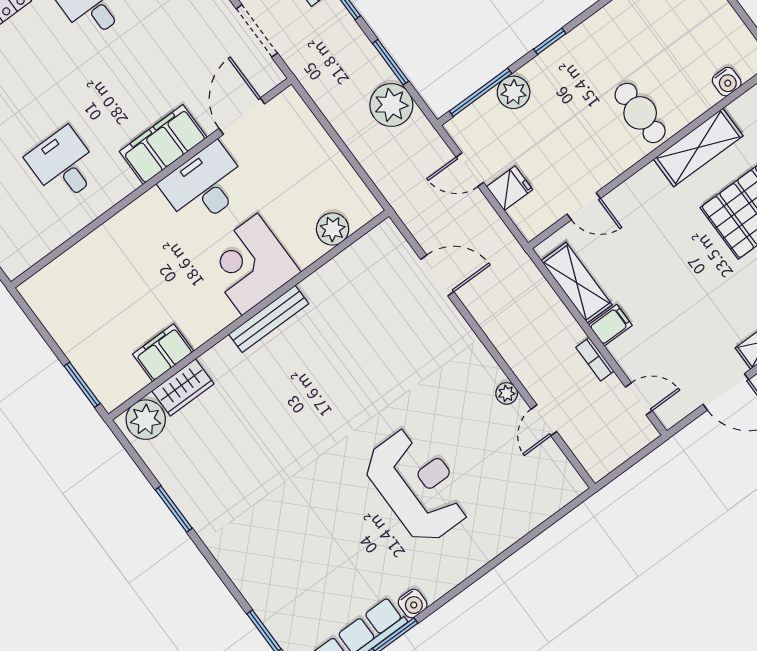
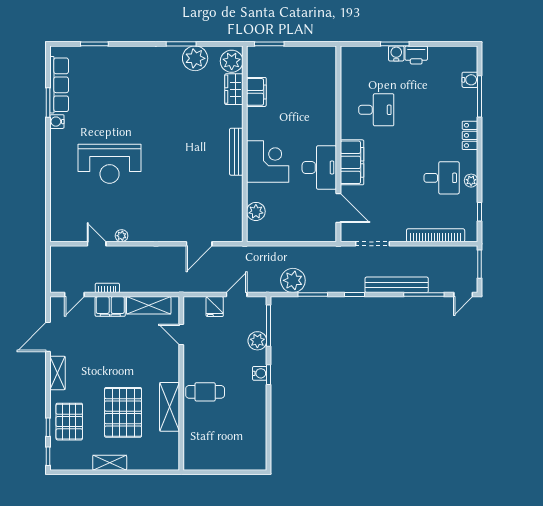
water cooler: (727, 82) -> (260, 373), moved, turned 180
door: (584, 206) -> (181, 334), hinge flipped
filing cabinet: (610, 325) -> (110, 306), width x2.00
plant: (180, 474) -> (195, 58), added

